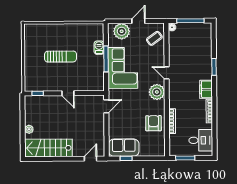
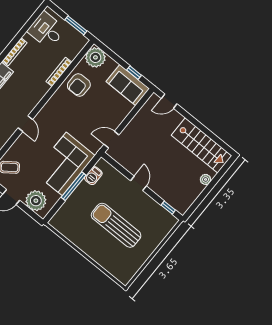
barbecue: (99, 48) -> (93, 176), moved
sun lounger: (60, 57) -> (116, 225), width x1.36, depth x1.34
plant: (157, 92) -> (95, 57), moved

